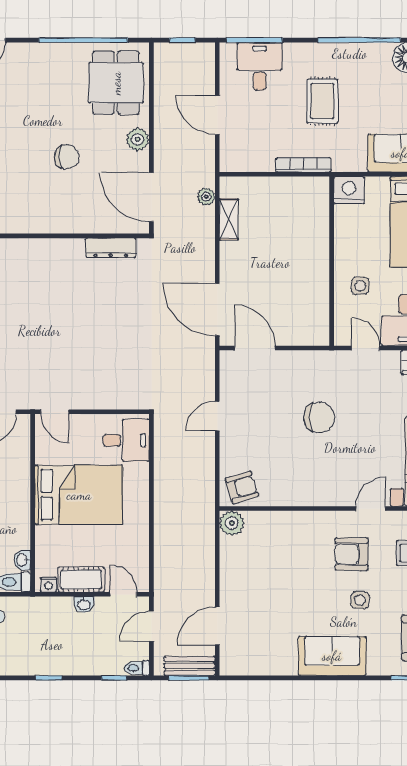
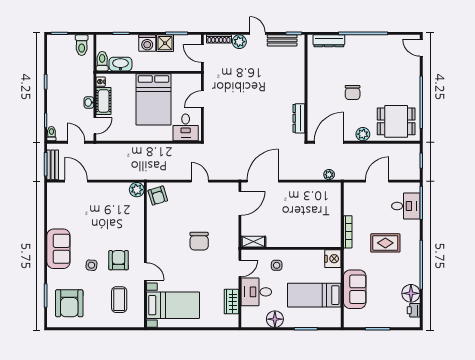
shelving: (229, 219) -> (253, 242), moved
door: (55, 412) -> (202, 99), moved
washbasin: (22, 560) -> (120, 64), width x1.91, depth x1.45

